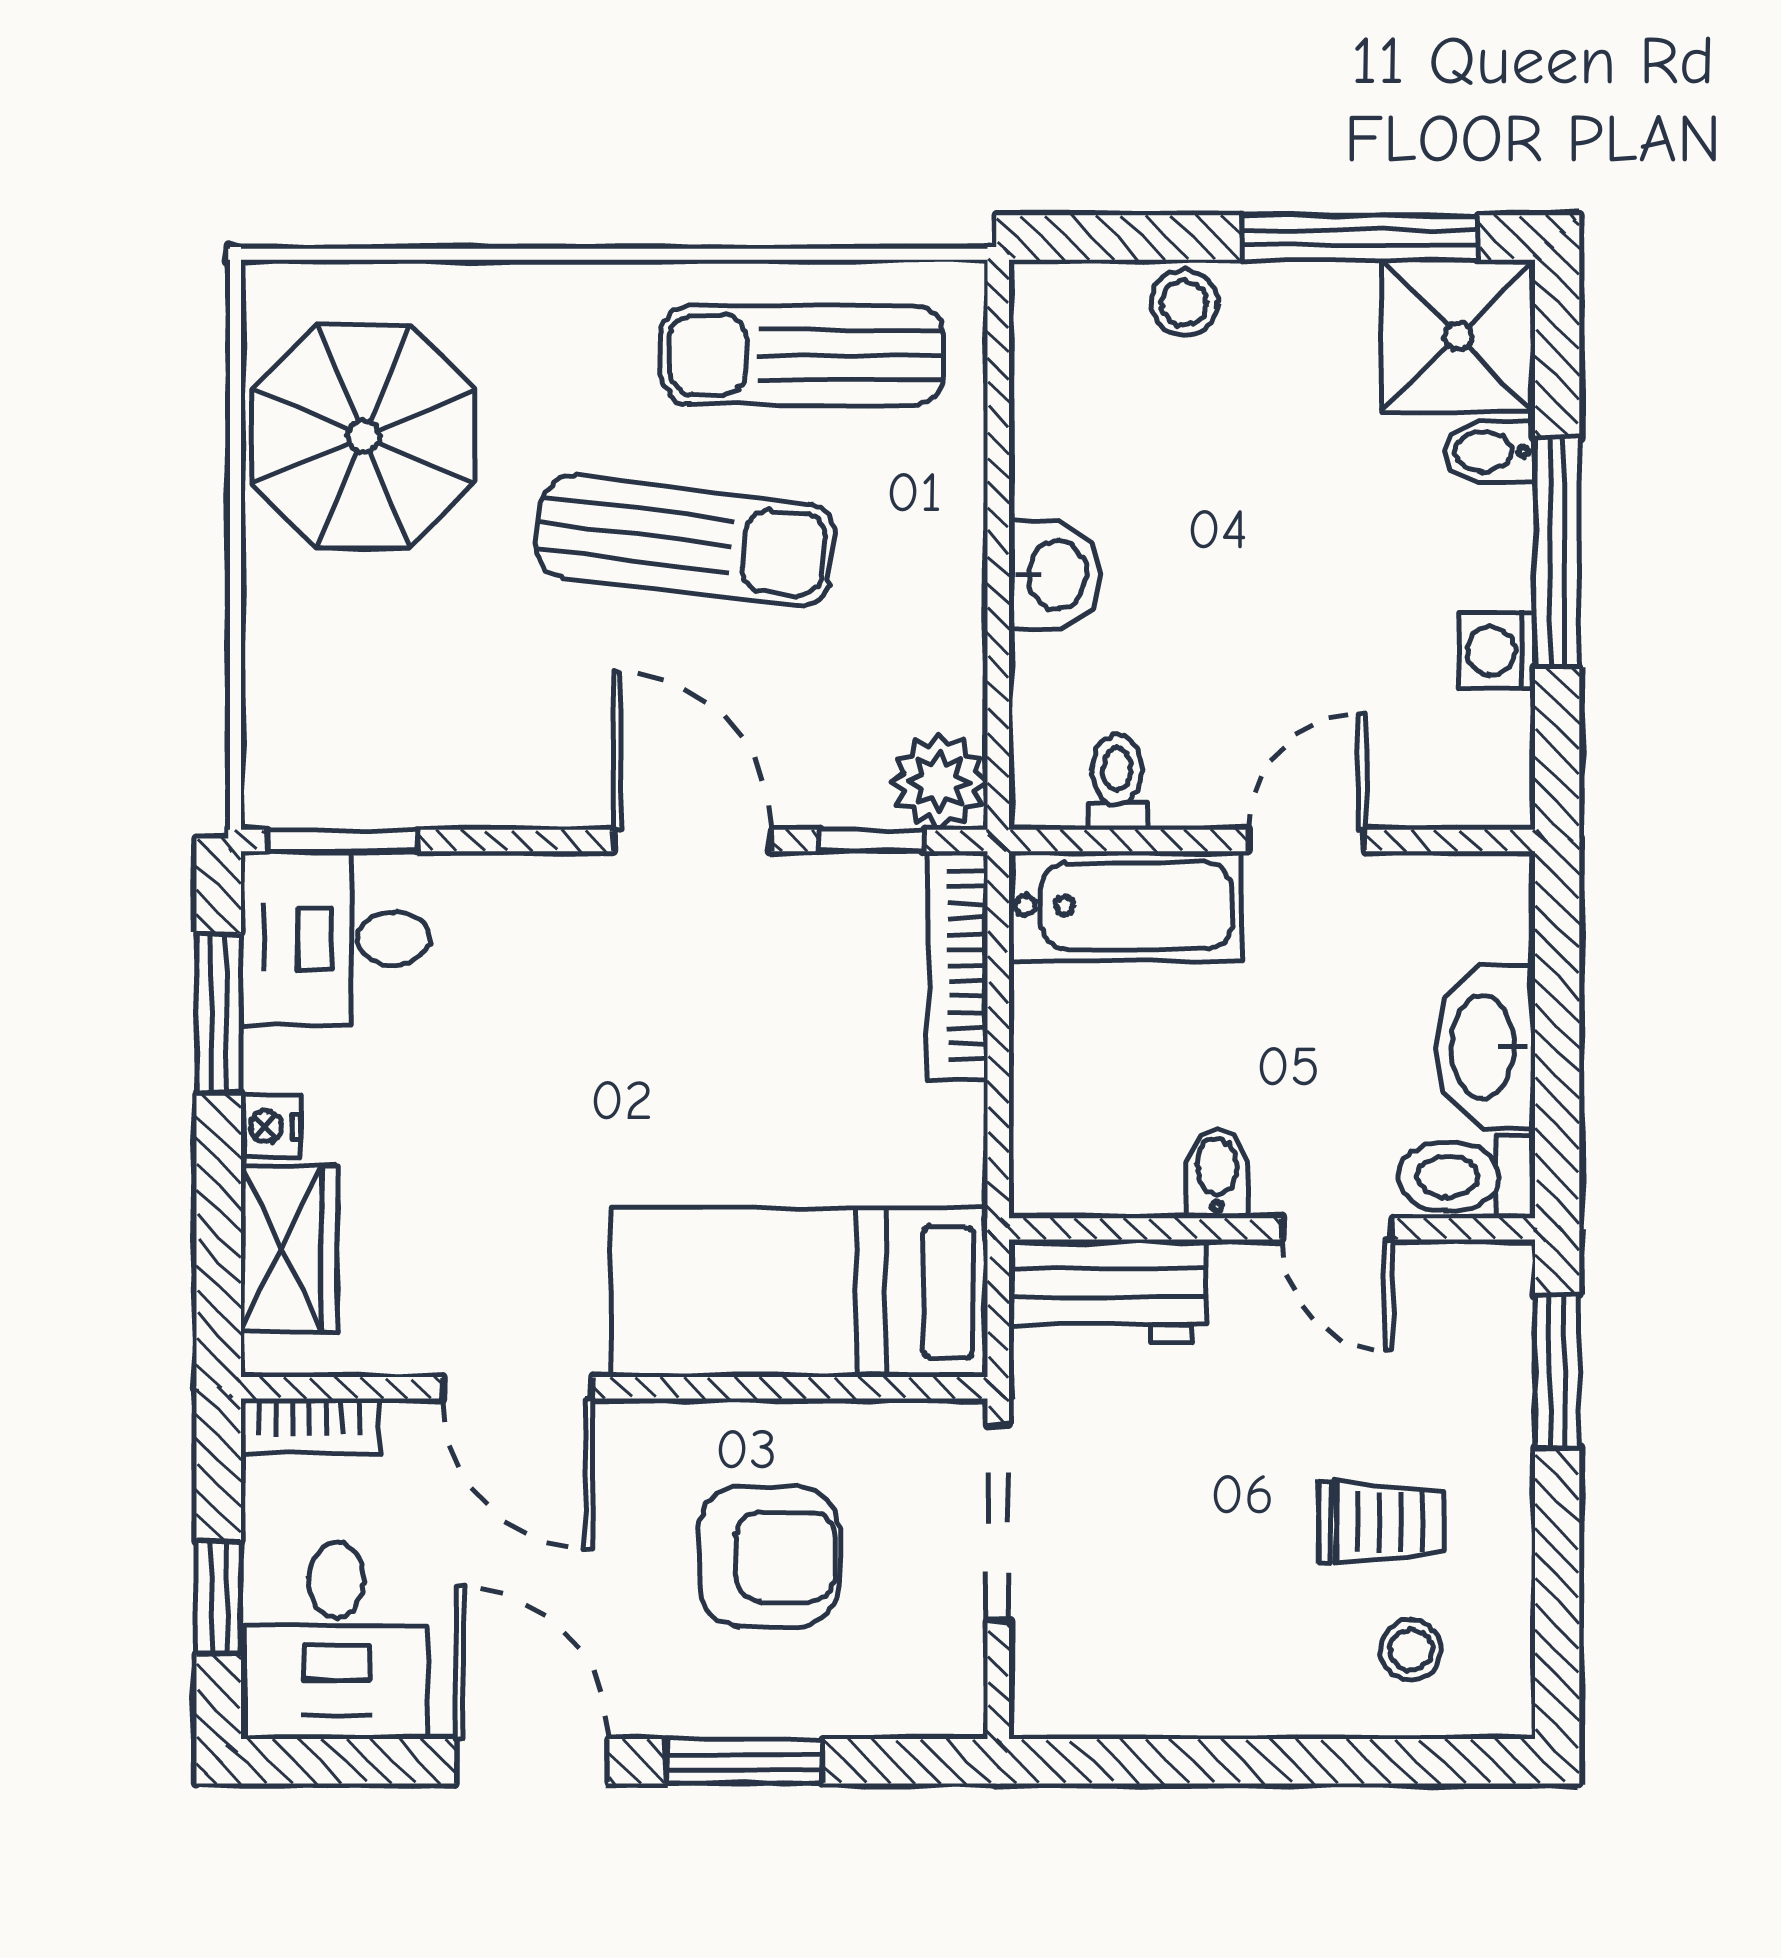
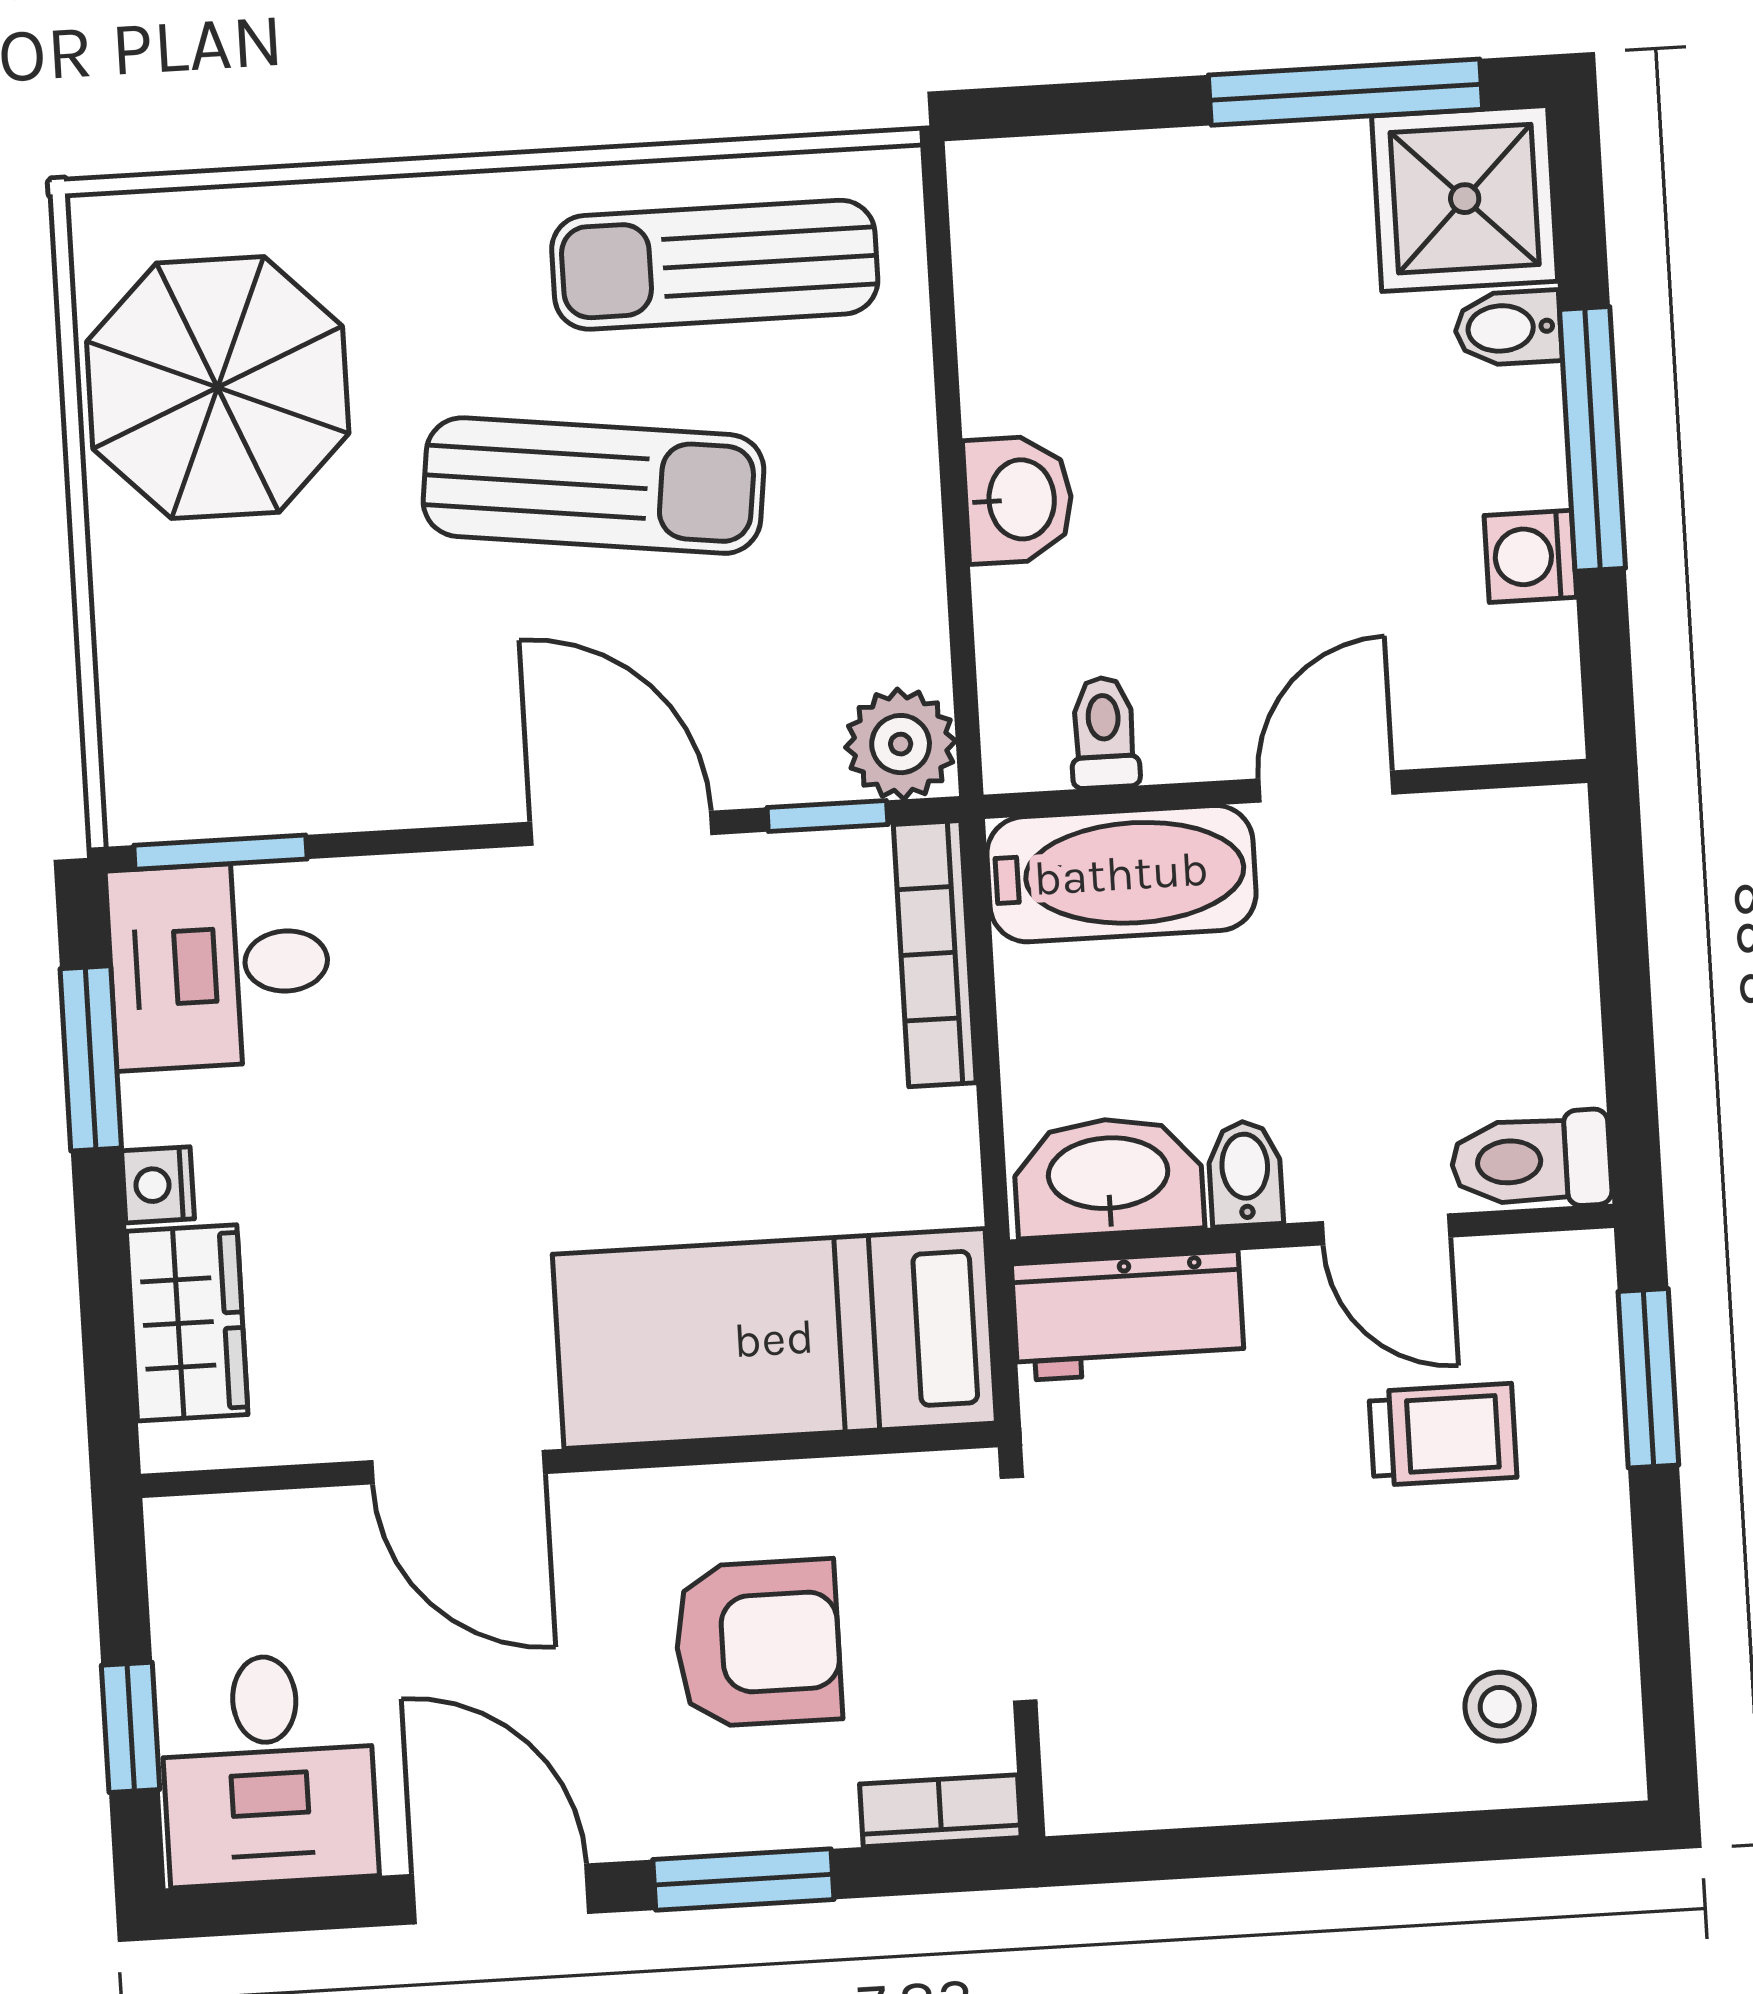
stool: (1184, 303) -> (1149, 179), removed
washbasin: (1485, 1046) -> (1108, 1177), moved, turned 90
bookcase: (310, 1426) -> (940, 1811), moved, turned 180
trolley: (1382, 1522) -> (1443, 1434), moved

